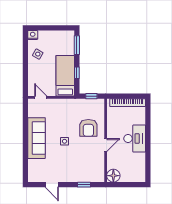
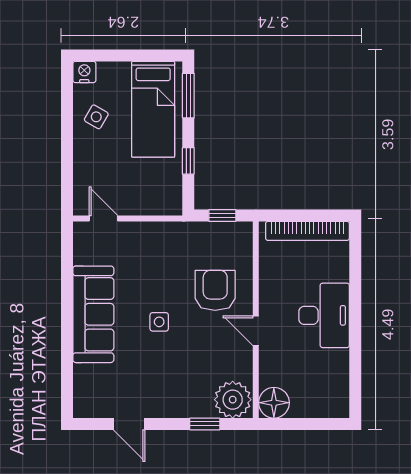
bed: (65, 76) -> (153, 109), moved, turned 180
armchair: (88, 128) -> (215, 290), turned 180
door: (106, 145) -> (256, 331), swing flipped
plant: (96, 174) -> (233, 400), added

